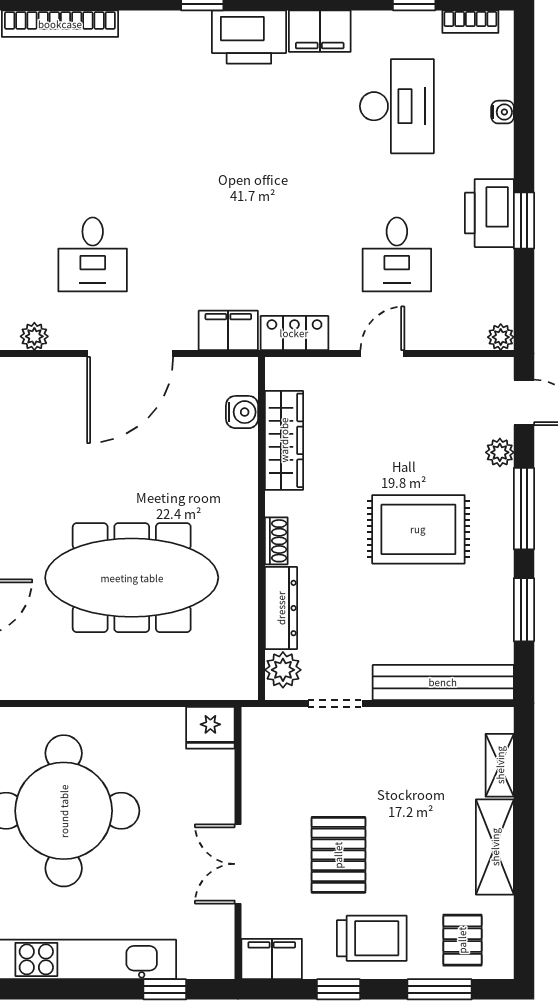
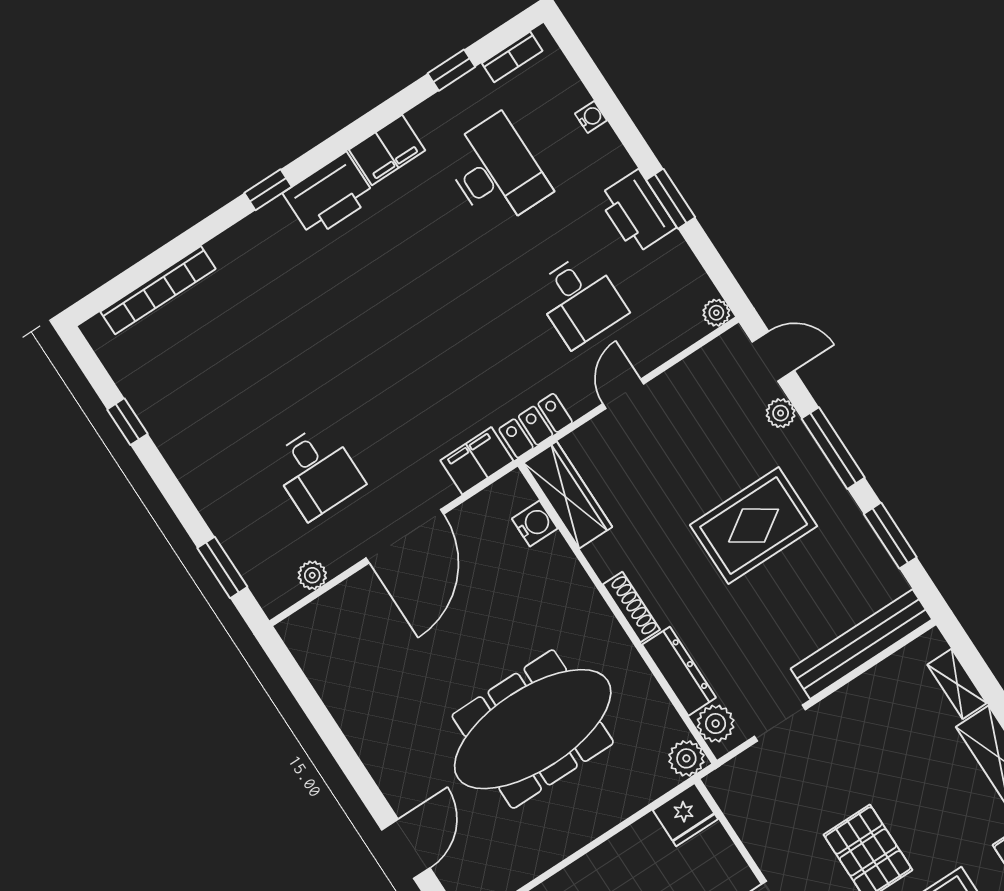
wardrobe: (284, 440) -> (568, 495), moved
shoe rack: (276, 541) -> (631, 607), width x1.43
plant: (241, 683) -> (686, 758), added

